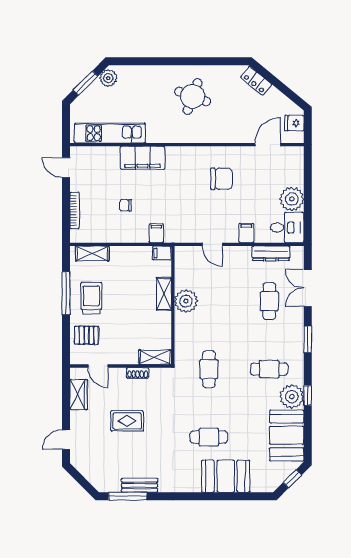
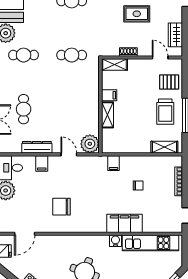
water cooler: (154, 136) -> (115, 241), added
filing cabinet: (162, 253) -> (109, 95), moved
dresser: (271, 253) -> (37, 147), moved
plant: (186, 301) -> (90, 144), moved
cafe table: (209, 369) -> (72, 55), turned 90

